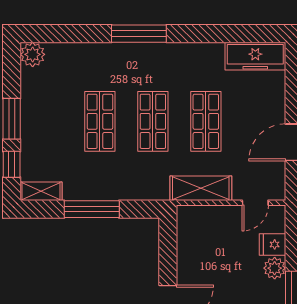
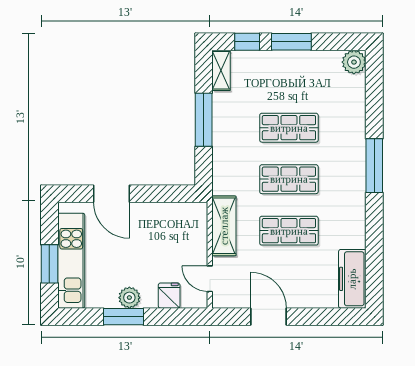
plant: (275, 268) -> (129, 298), moved

